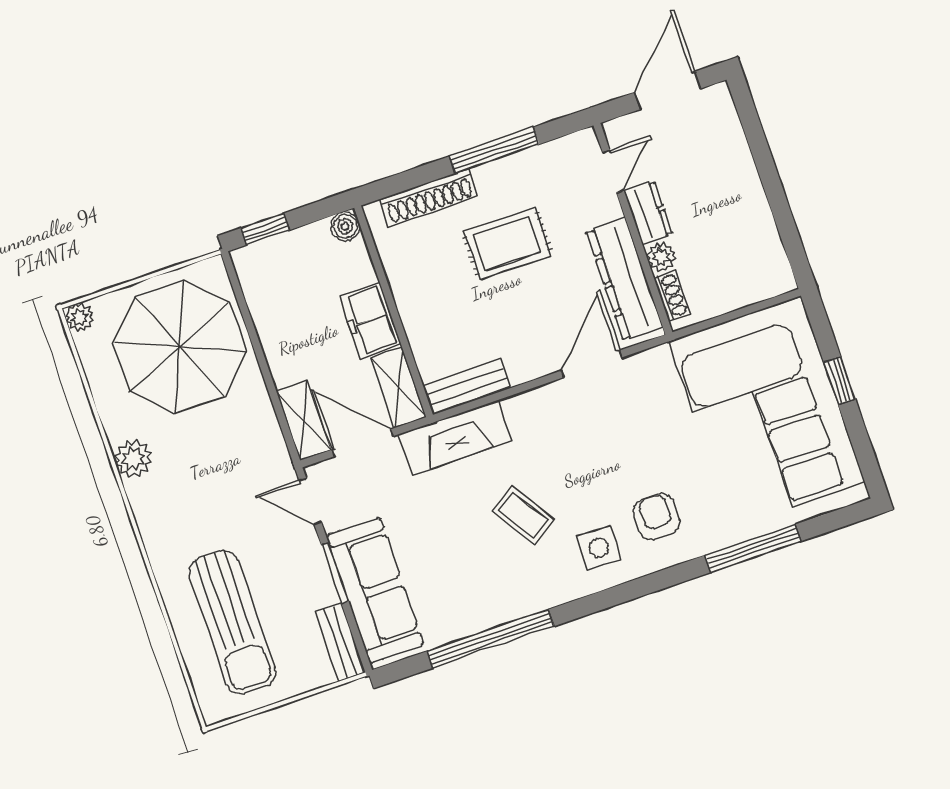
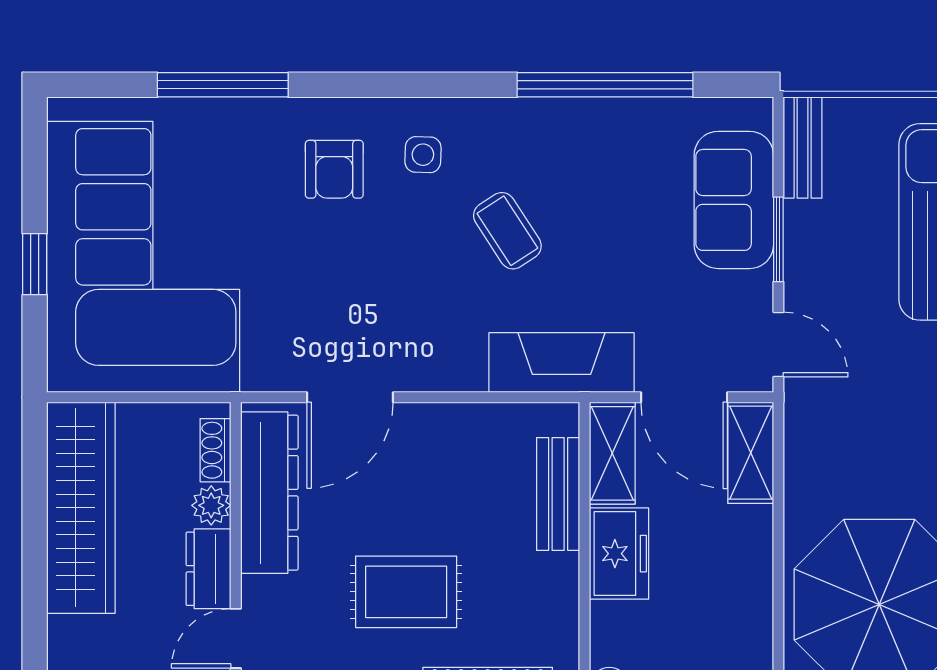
wardrobe: (750, 225) -> (81, 508), added
bench: (467, 387) -> (558, 494), moved, turned 90
side table: (599, 548) -> (423, 155), width x0.73, depth x0.73
sofa: (375, 590) -> (734, 200), width x0.73

